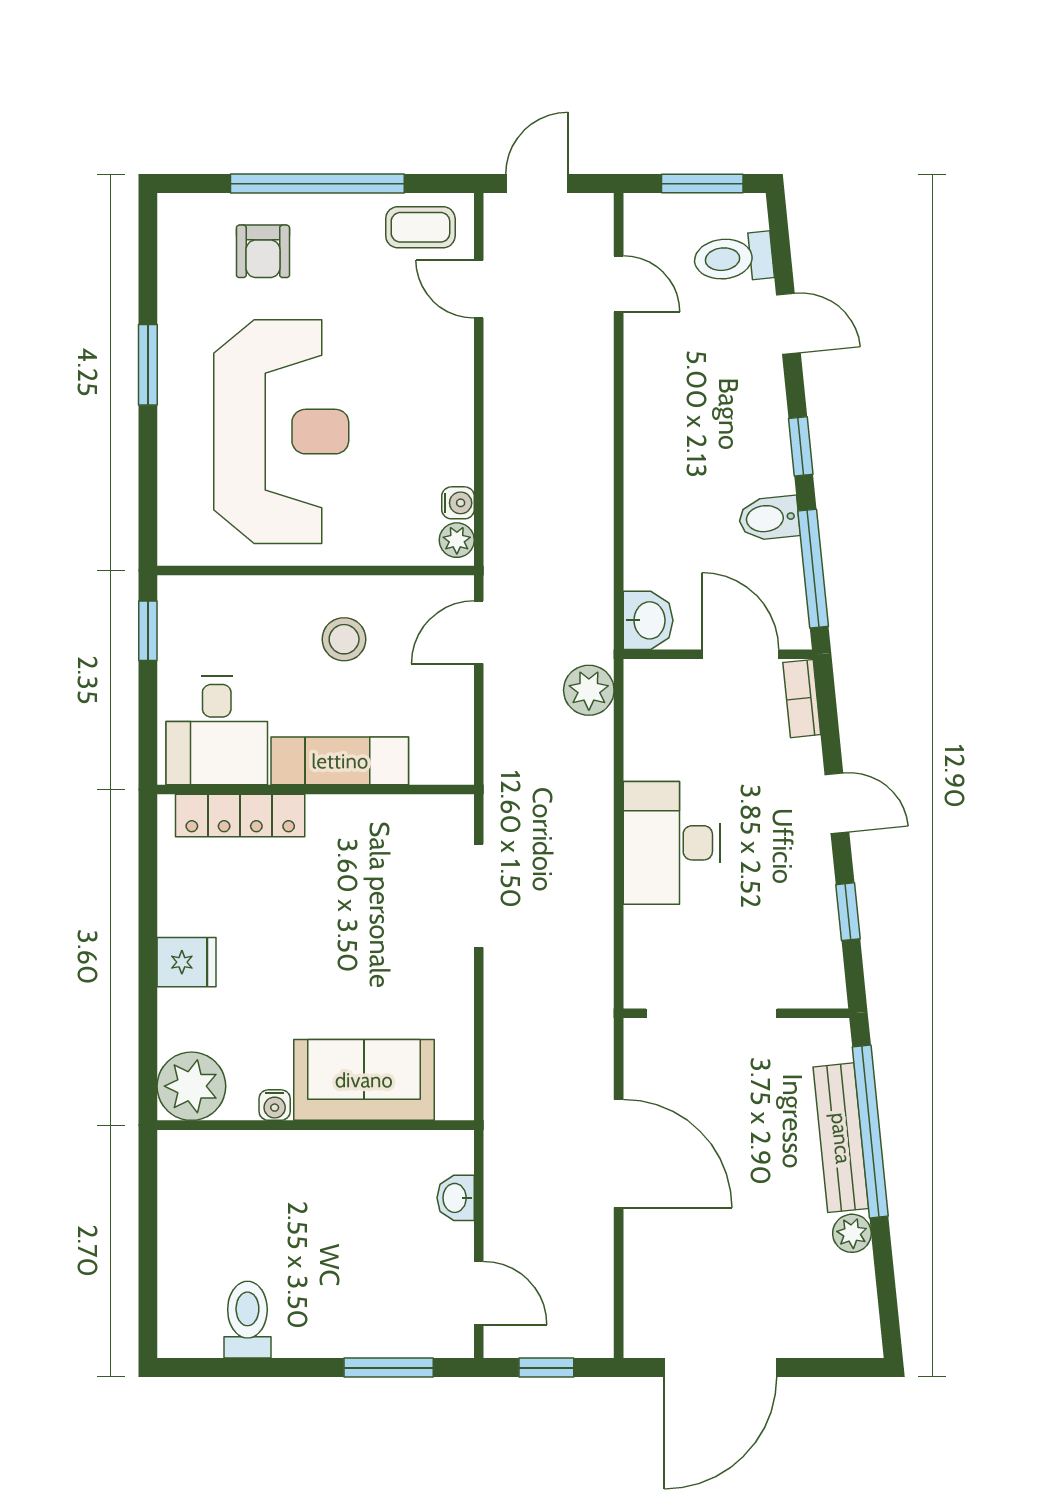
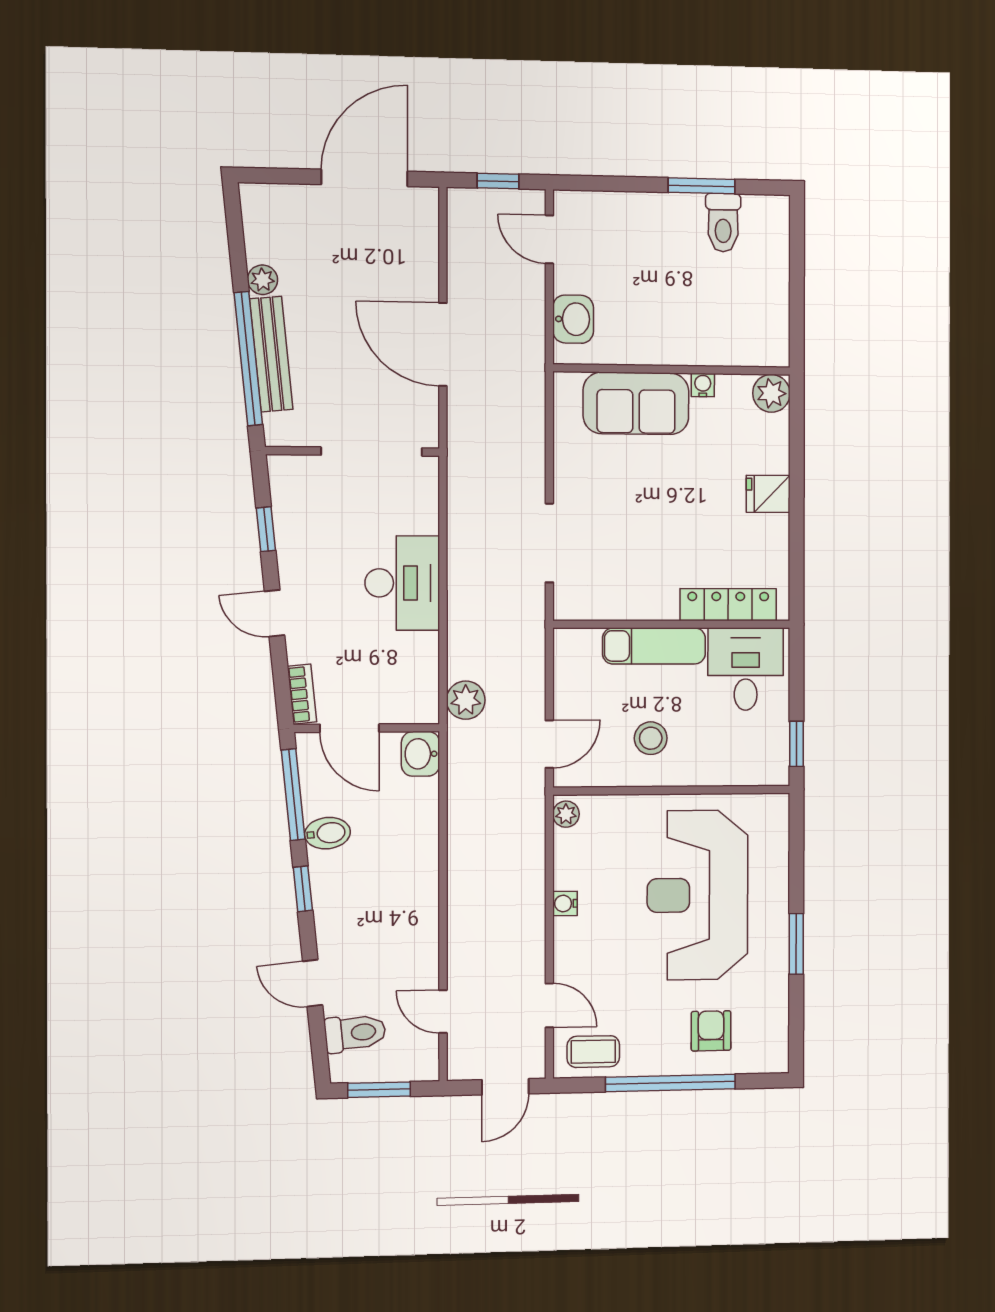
water cooler: (458, 503) -> (565, 903), moved
plant: (191, 1086) -> (771, 393), width x0.73, depth x0.73
washbasin: (456, 1198) -> (573, 319), width x1.38, depth x1.45
window: (389, 1368) -> (702, 186), moved

